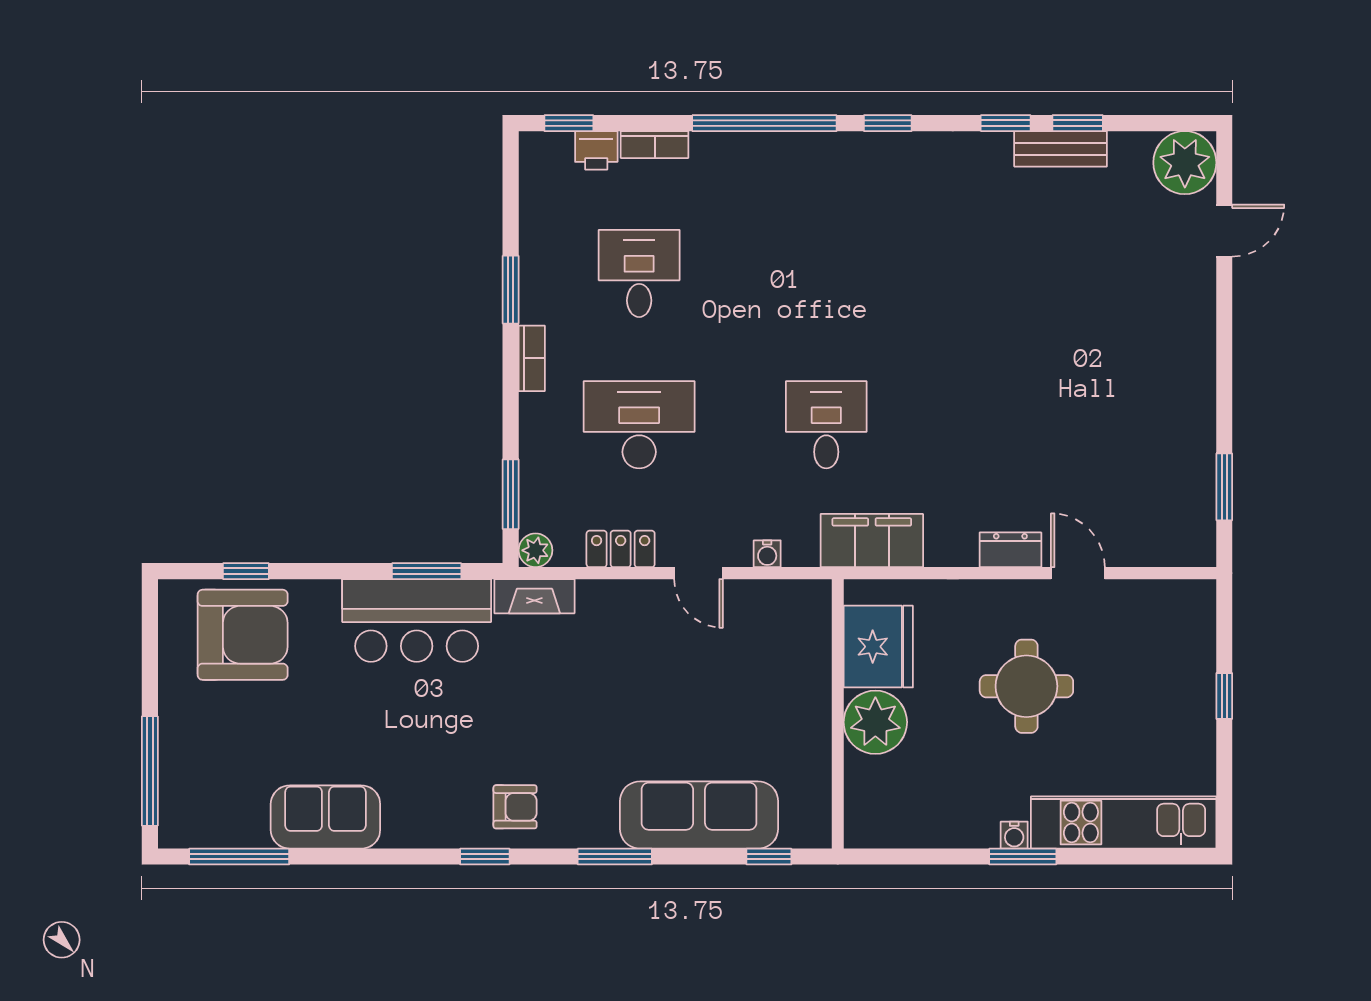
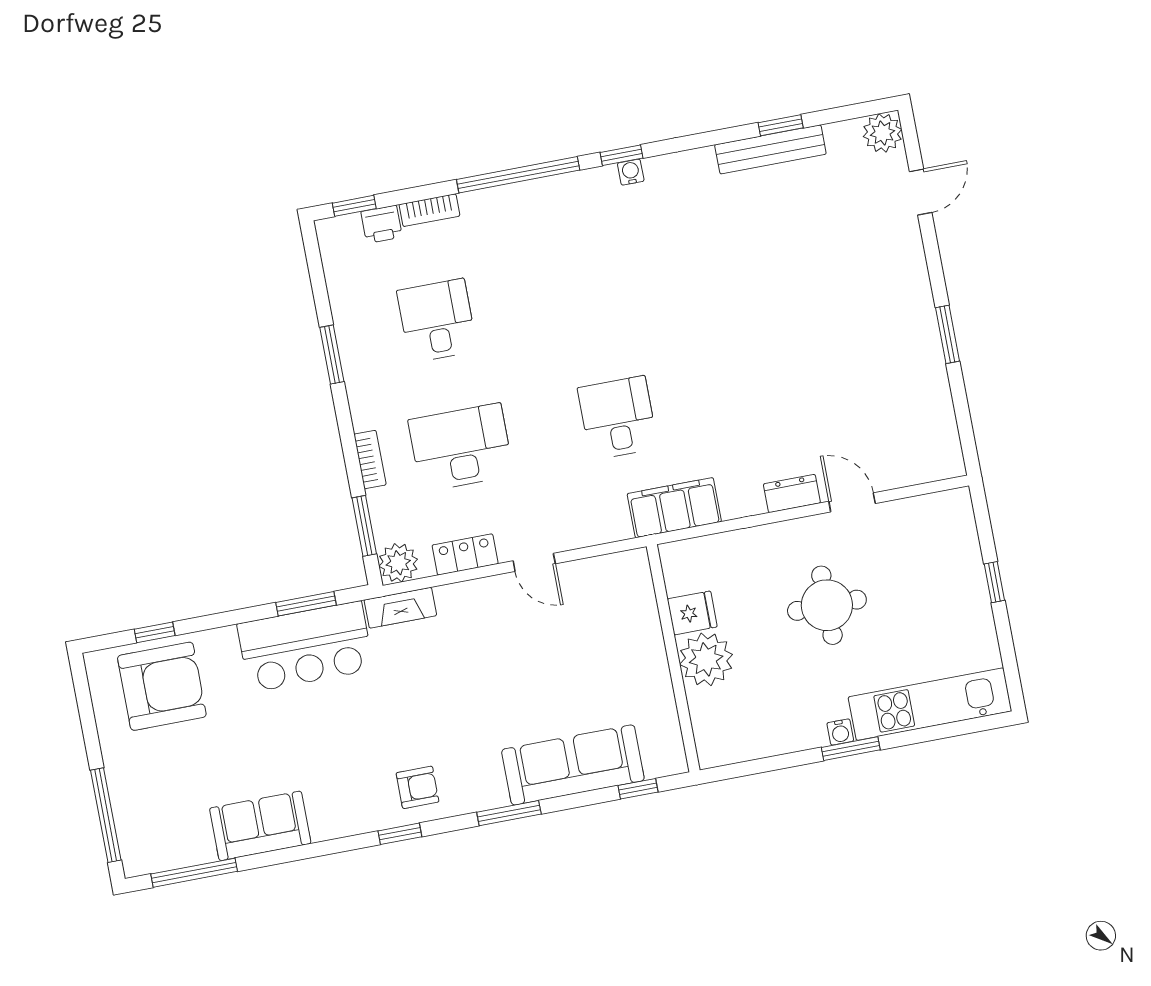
window: (1006, 123) -> (720, 137), removed
bench: (1061, 149) -> (770, 149), width x1.36
plant: (1185, 163) -> (882, 133), width x0.73, depth x0.73
bookcase: (532, 358) -> (370, 460), moved
window: (1224, 487) -> (947, 334), moved
plant: (535, 550) -> (398, 563), width x1.38, depth x1.38
water cooler: (767, 554) -> (631, 172), moved, turned 180
fridge: (878, 647) -> (692, 613), width x0.53, depth x0.75

